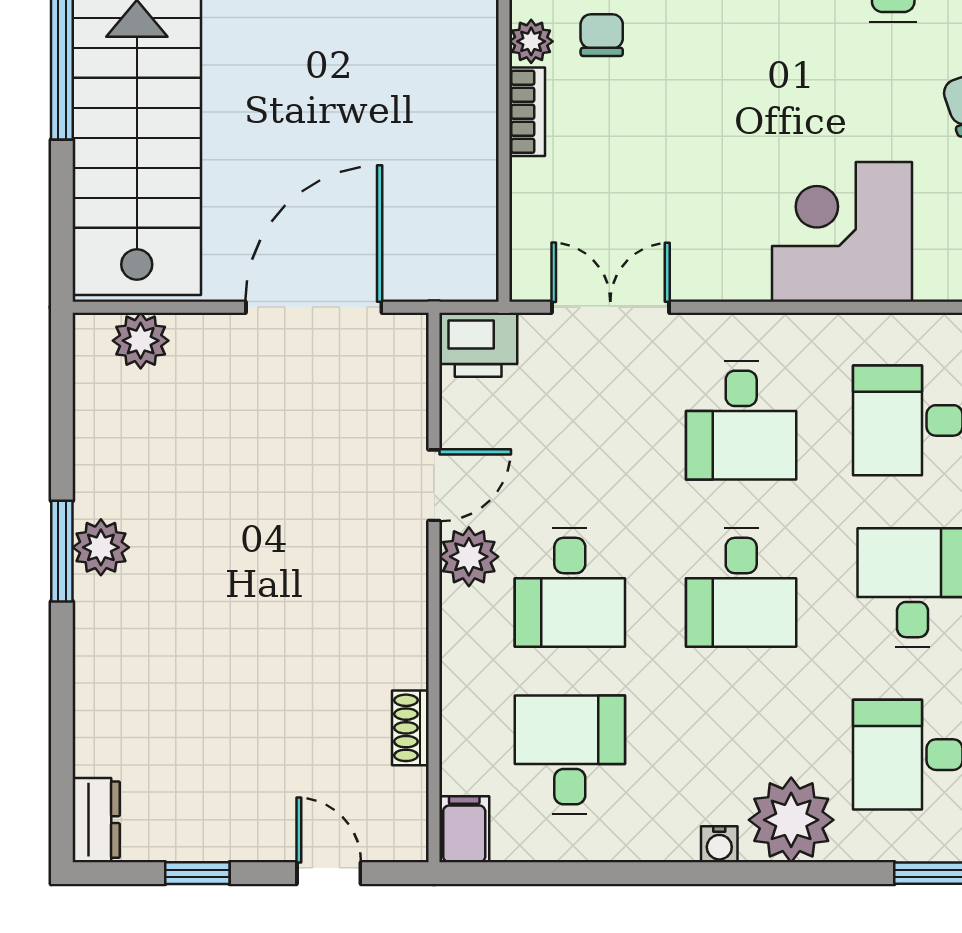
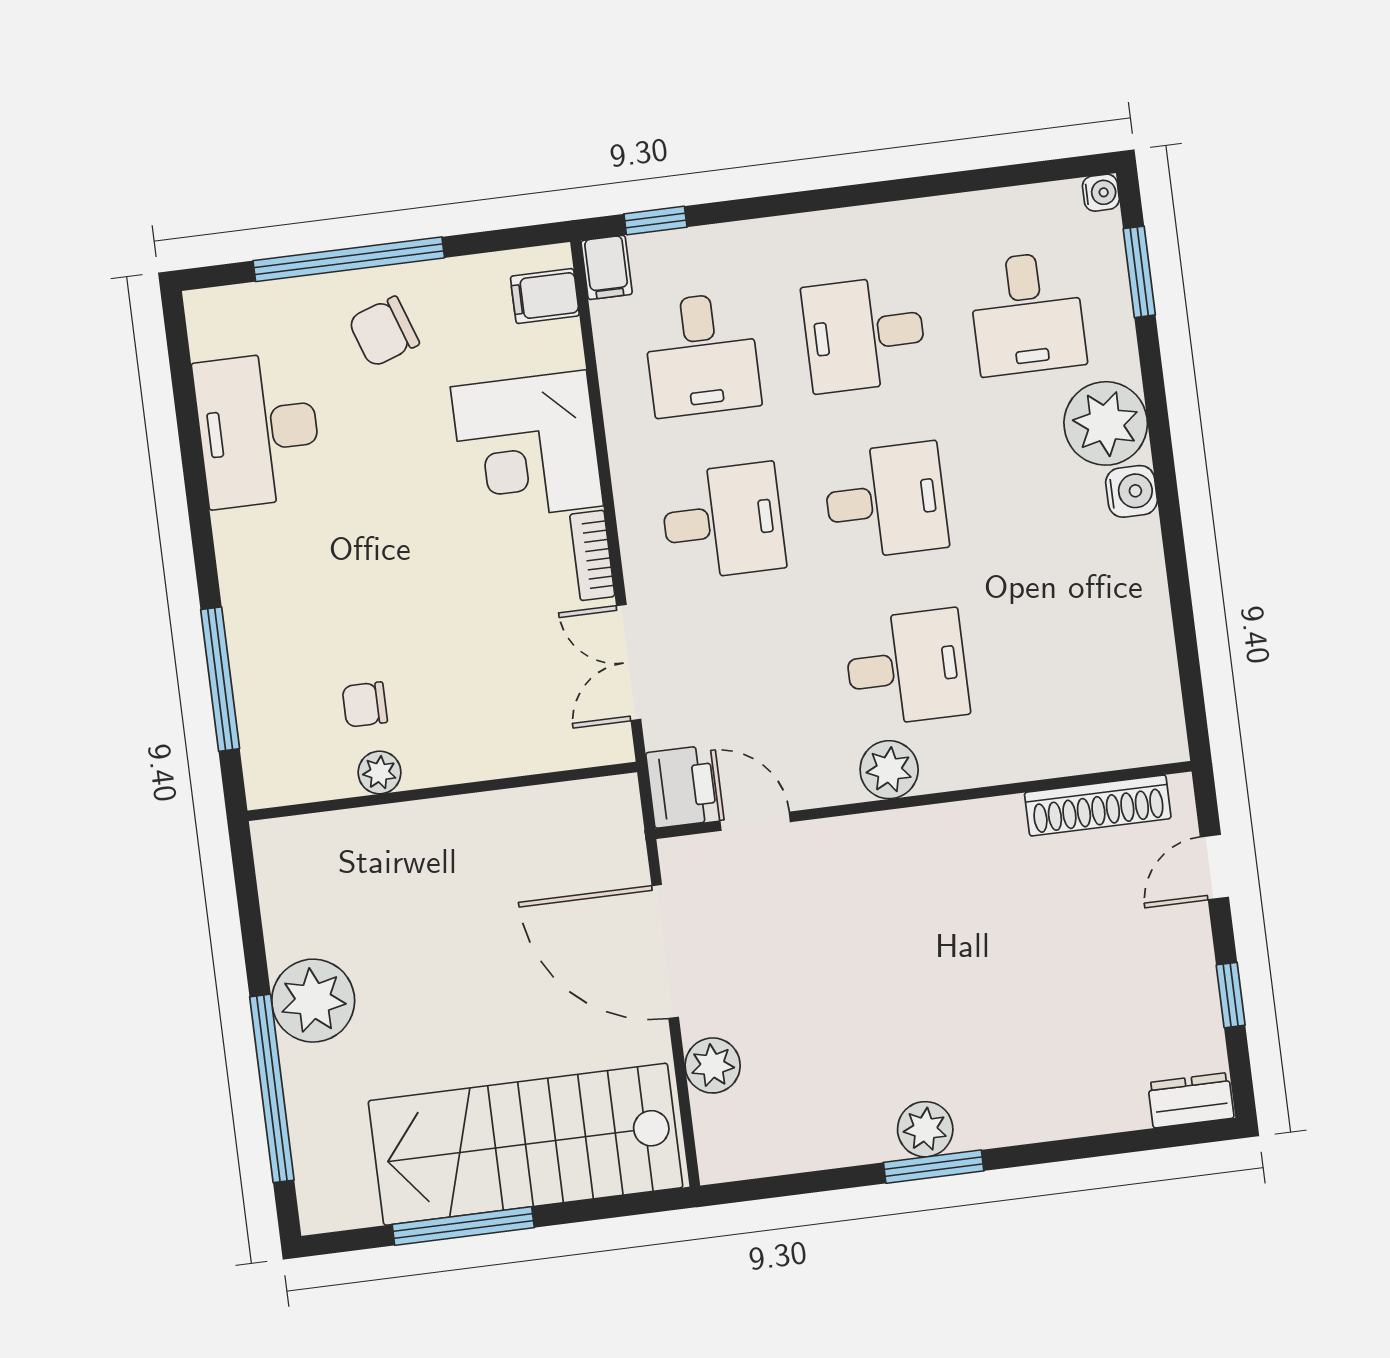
bookcase: (527, 112) -> (592, 555), moved, turned -90
plant: (141, 341) -> (713, 1065), moved
door: (434, 485) -> (755, 821), moved
shoe rack: (410, 728) -> (1098, 805), width x1.94, depth x1.24
desk: (570, 755) -> (1069, 647), removed
filing cabinet: (464, 829) -> (1155, 741), removed
water cooler: (719, 844) -> (1131, 491), width x1.38, depth x1.38

